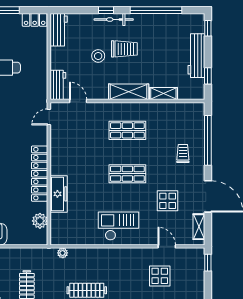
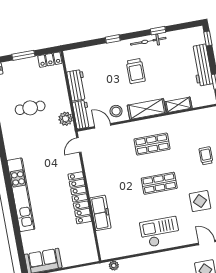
window: (156, 10) -> (158, 31), width x0.32
bicycle: (114, 20) -> (148, 41), moved
workbench: (59, 30) -> (77, 85), moved
trolley: (124, 49) -> (136, 71), turned 90
stool: (98, 56) -> (116, 111), moved
plant: (40, 221) -> (66, 119), moved

